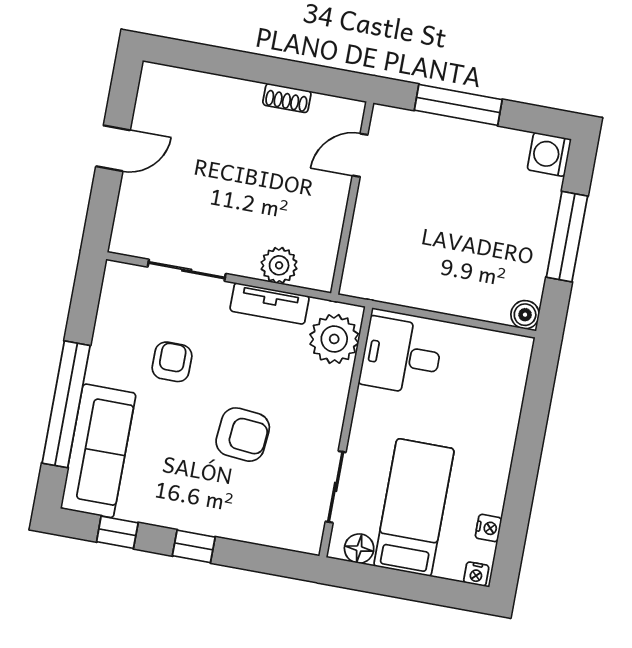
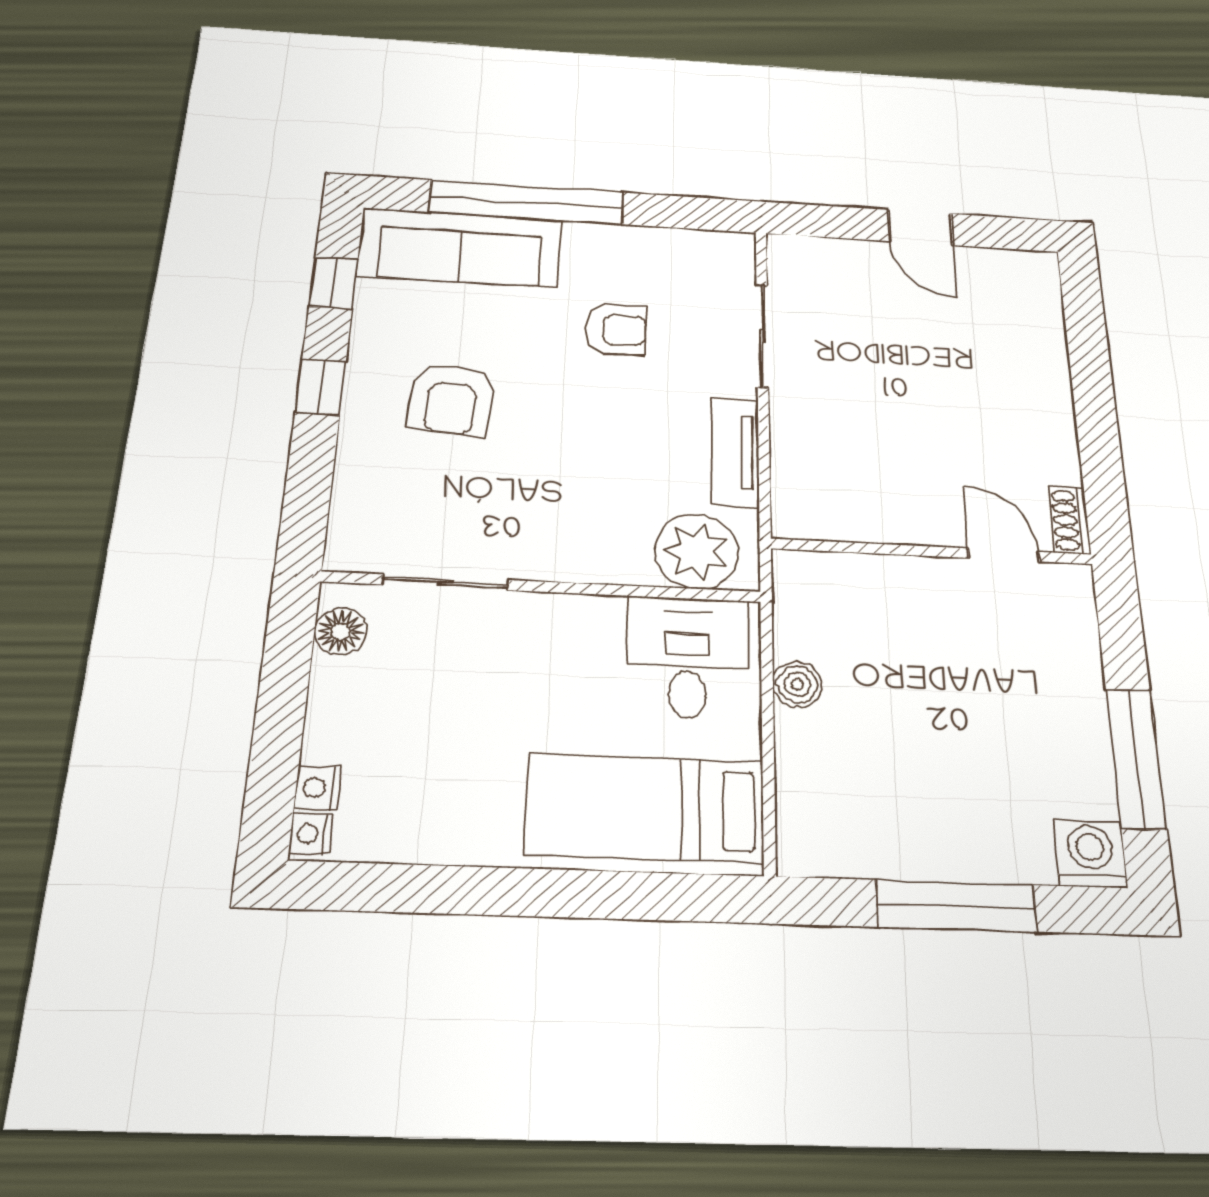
shoe rack: (287, 98) -> (1070, 520), moved
window: (458, 105) -> (1136, 758), moved
plant: (279, 265) -> (799, 459), removed
boiler: (525, 315) -> (797, 684), moved
armchair: (243, 435) -> (452, 399), moved
bed: (414, 507) -> (645, 808), moved, turned 180
nightstand: (488, 528) -> (318, 787), moved, turned 90

